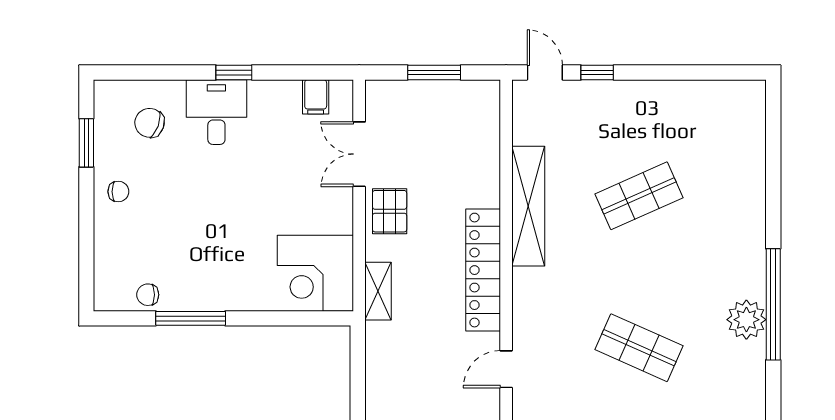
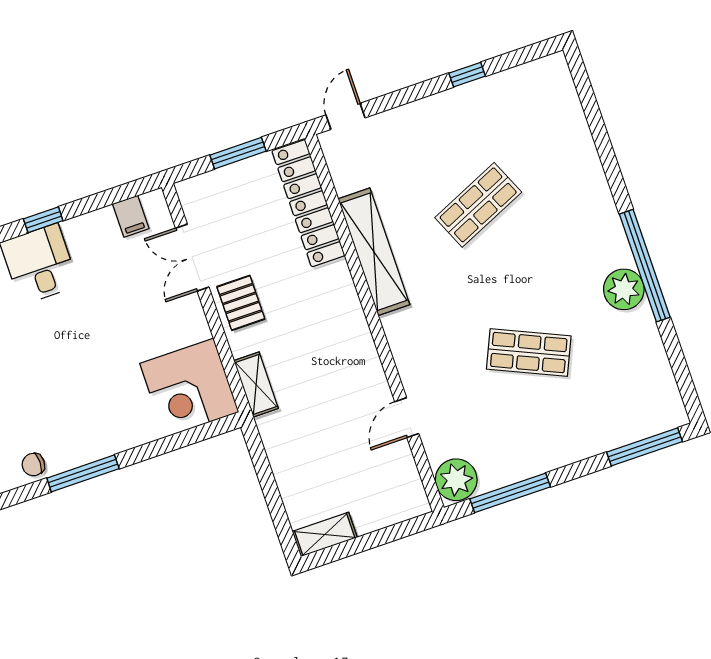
door: (545, 72) -> (345, 116), hinge flipped
window: (597, 72) -> (467, 75), moved
locker: (483, 270) -> (308, 203), moved

